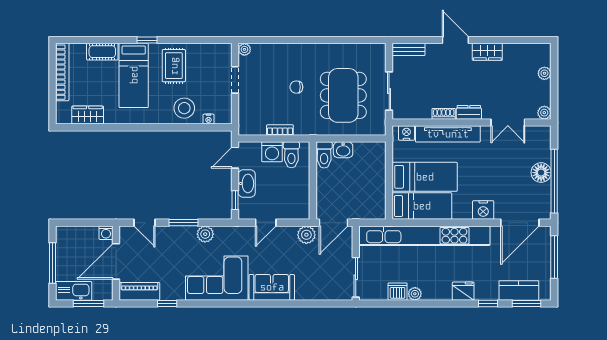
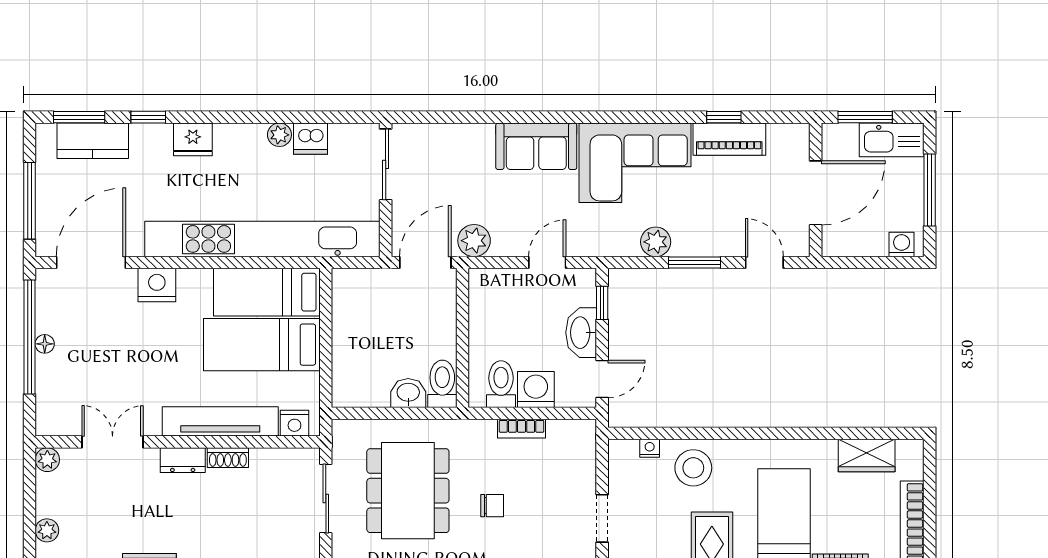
floor lamp: (541, 173) -> (45, 344), width x0.53, depth x0.53
washing machine: (106, 233) -> (902, 244), moved
piano: (139, 291) -> (729, 139), moved

